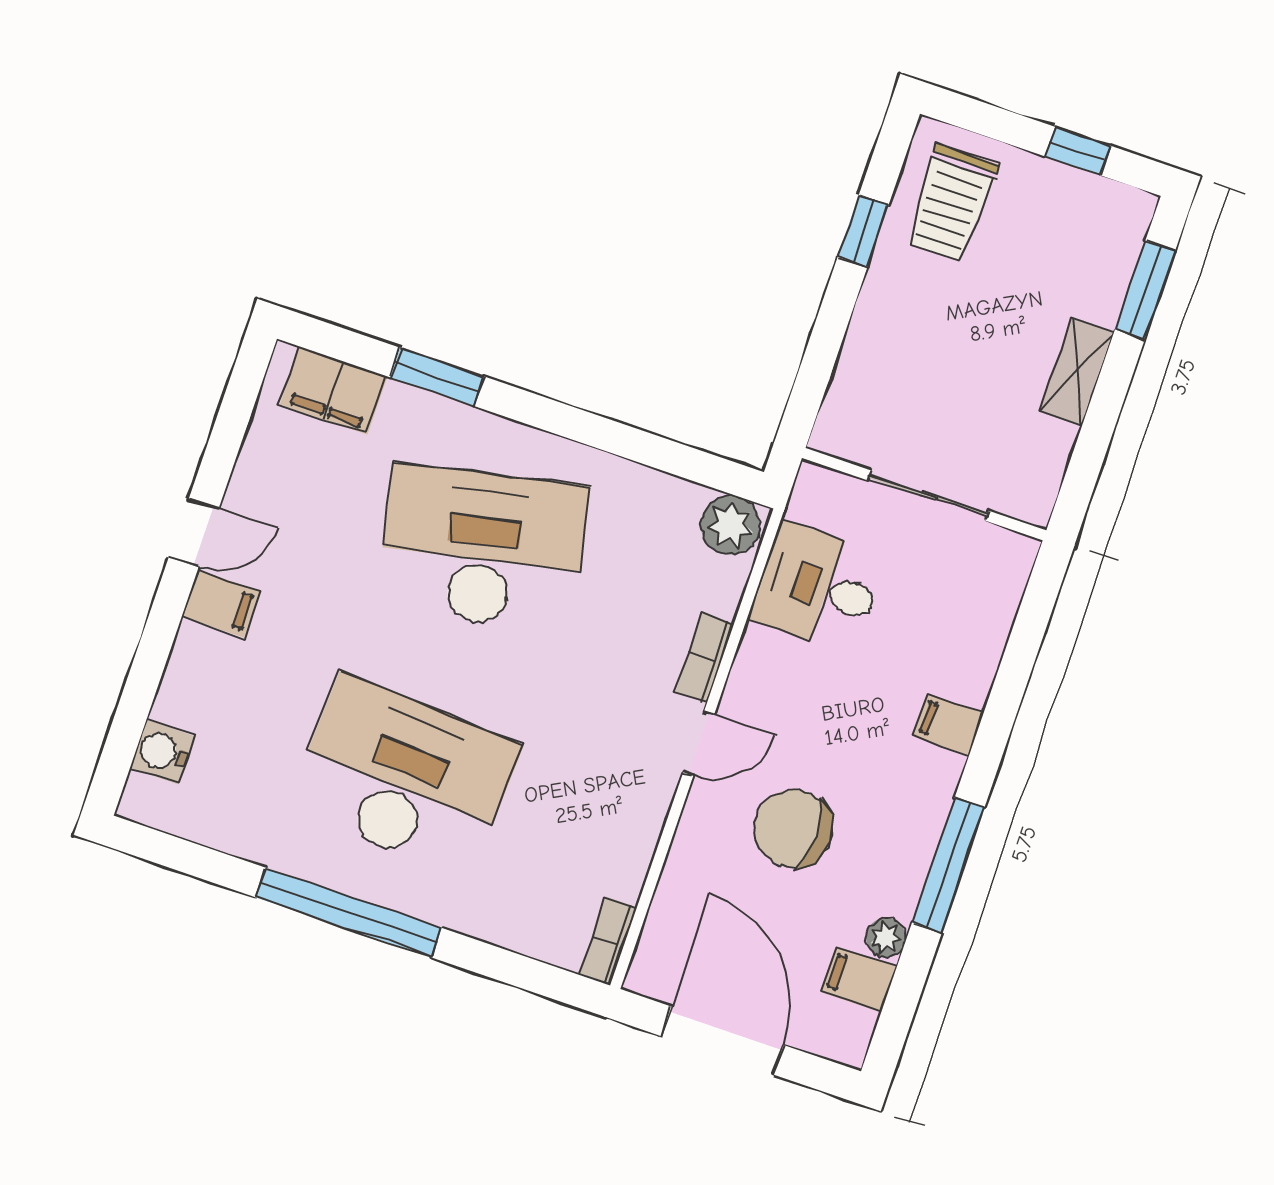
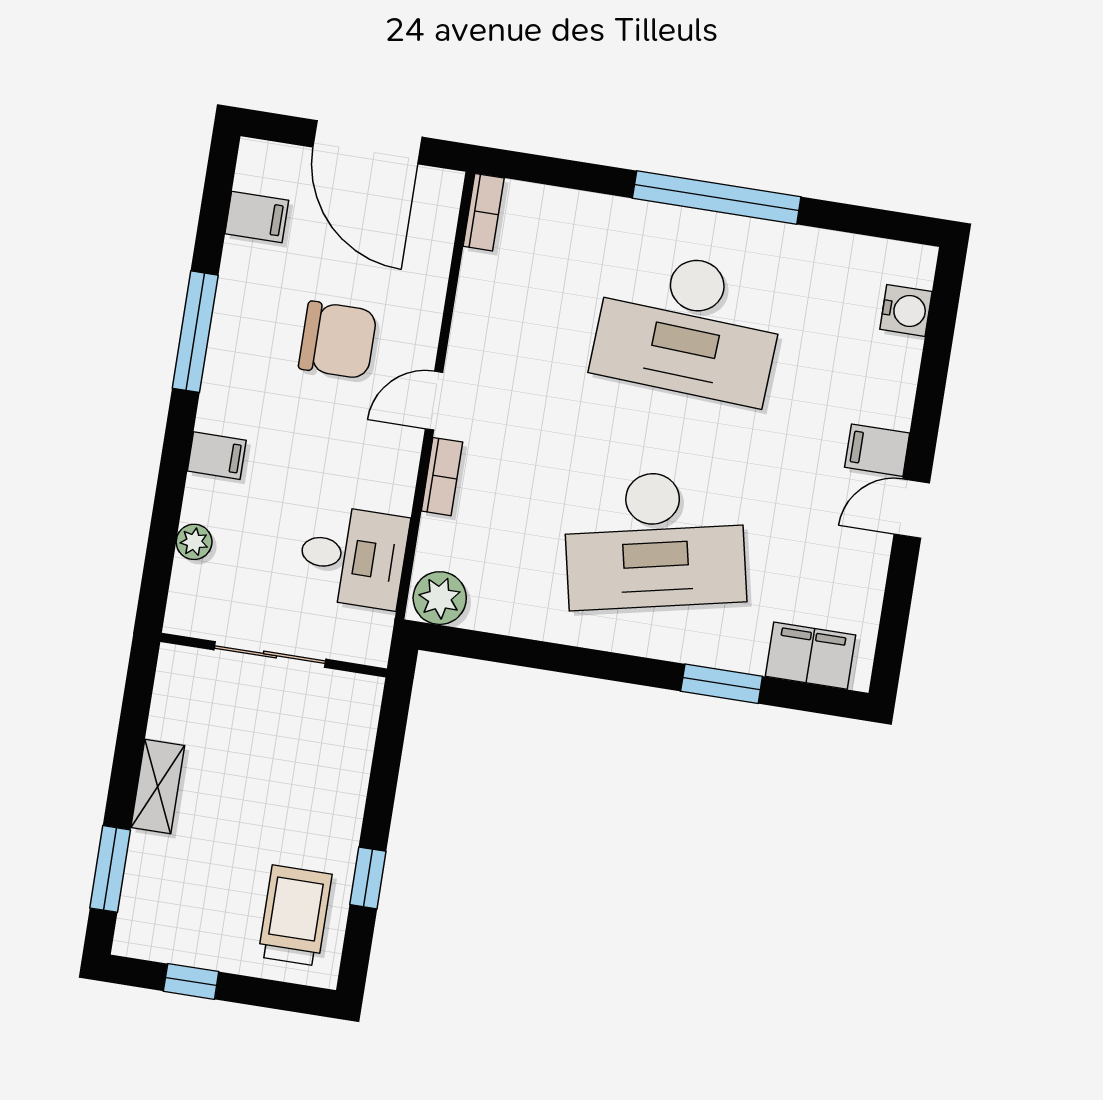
plant: (886, 938) -> (194, 542), moved

